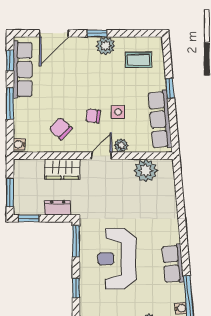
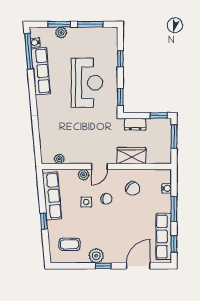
water cooler: (19, 144) -> (167, 188), moved
plant: (146, 170) -> (59, 159), width x0.53, depth x0.53
window: (76, 241) -> (120, 97), width x0.67
row of seats: (173, 264) -> (41, 71), width x1.48

